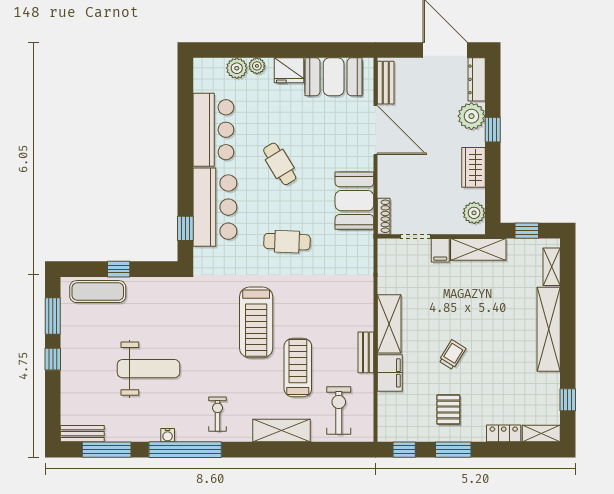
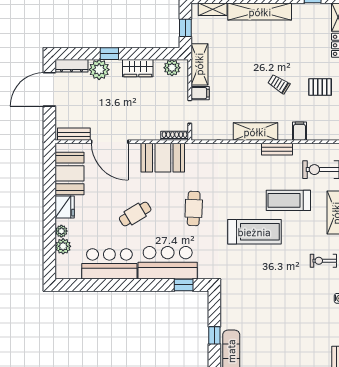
door: (376, 130) -> (110, 142), swing flipped
weight bench: (148, 369) -> (289, 313), removed
filing cabinet: (390, 373) -> (299, 131), width x0.50

